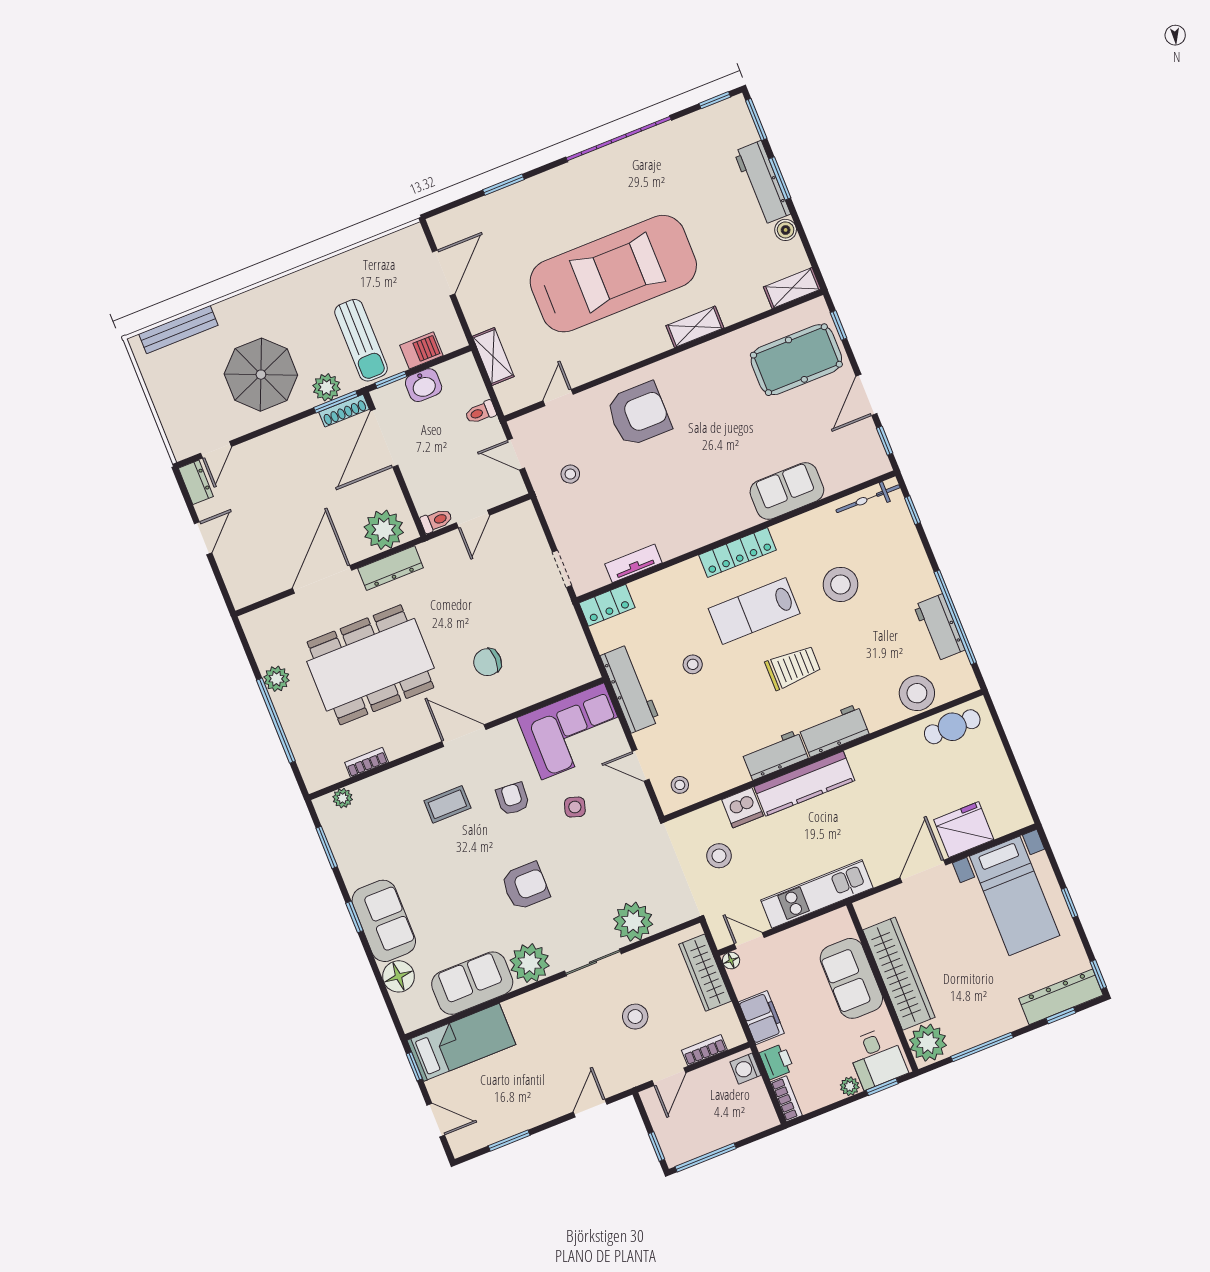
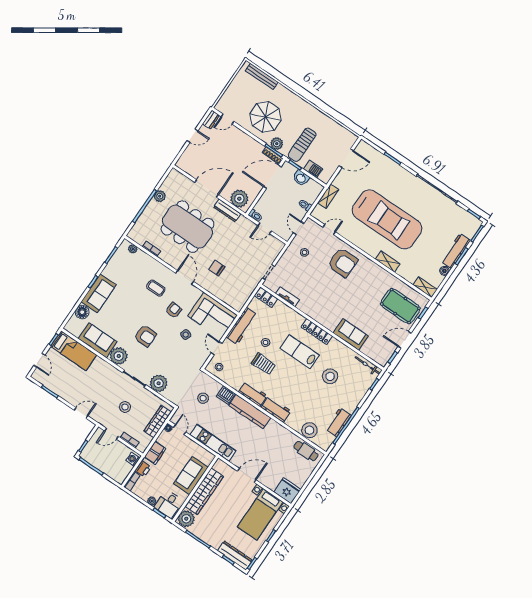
trolley: (793, 667) -> (263, 364), moved
fridge: (964, 830) -> (287, 491), moved

